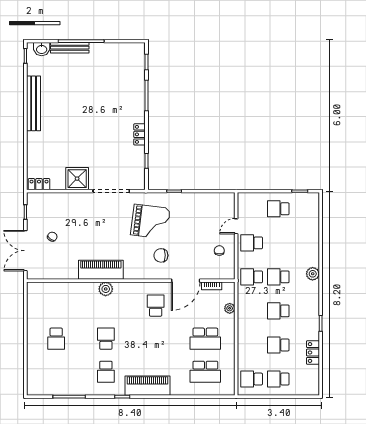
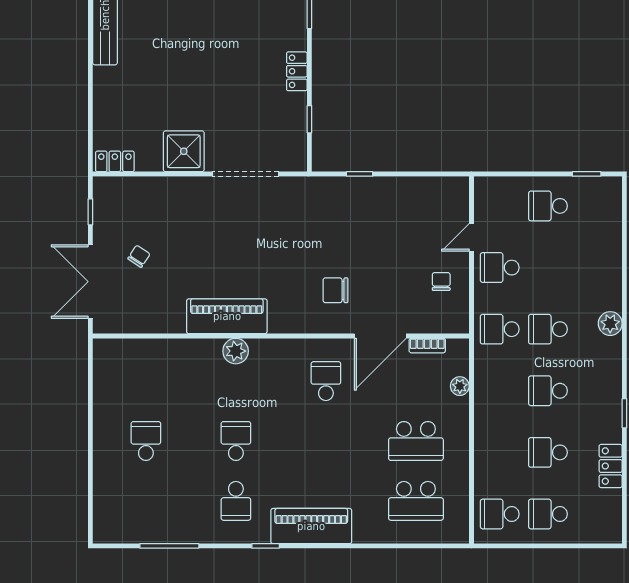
grand piano: (150, 222) -> (316, 229), removed
school desk: (56, 339) -> (146, 441), turned 180

